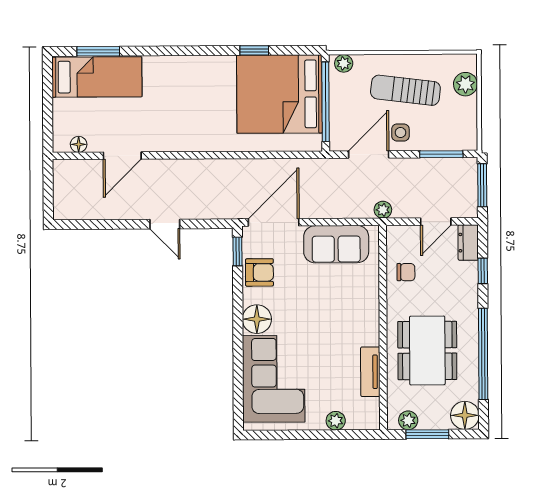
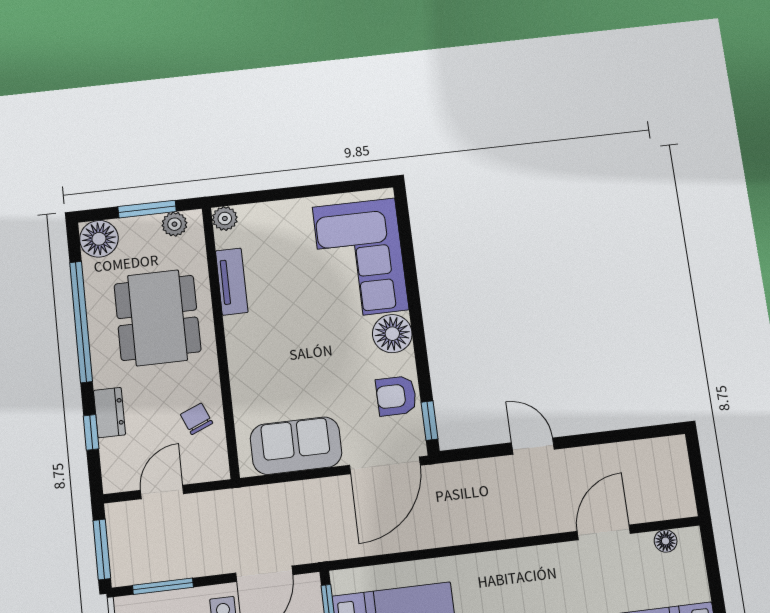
plant: (383, 210) -> (237, 500), removed
dresser: (468, 243) -> (109, 413), moved
chair: (406, 272) -> (197, 419), turned 67
plant: (336, 421) -> (225, 218), moved

